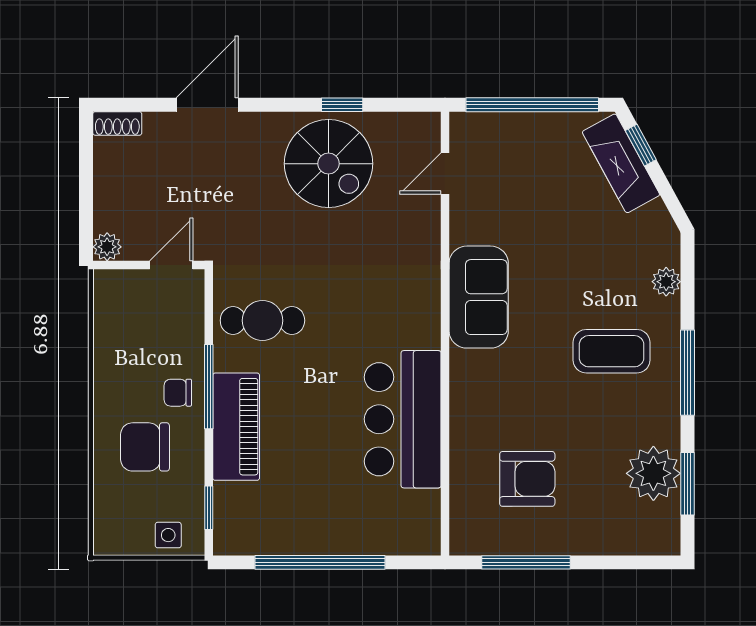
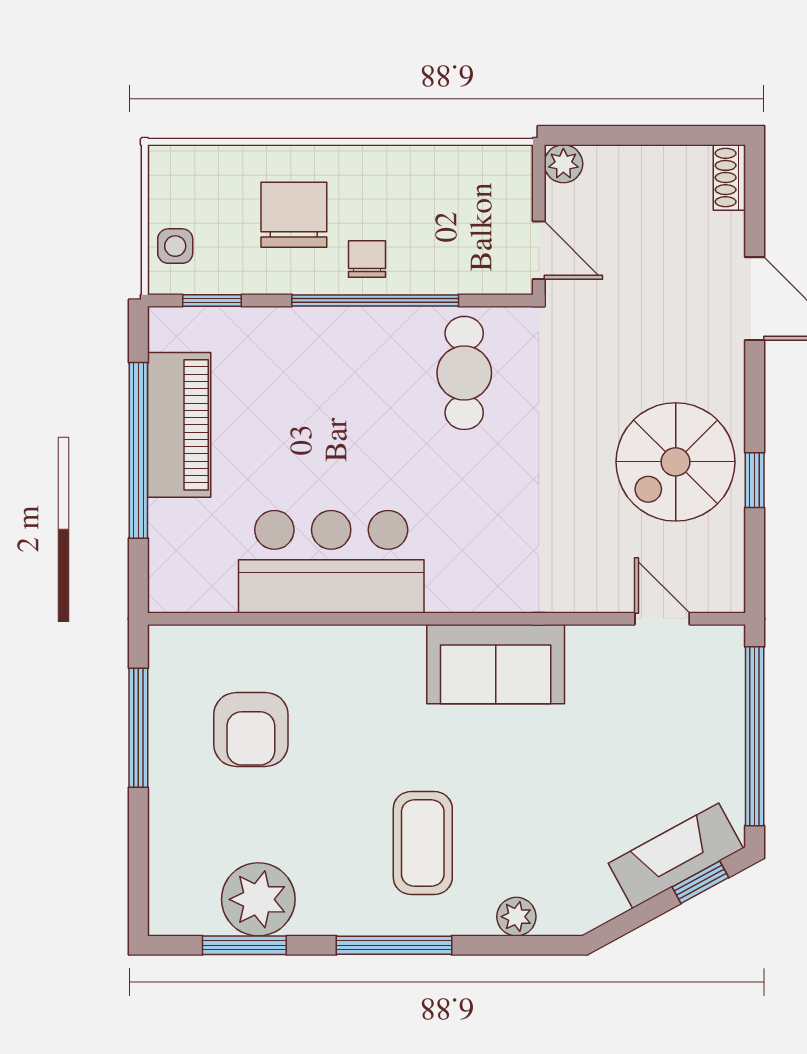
window: (209, 387) -> (375, 301), width x1.46
piano: (236, 427) -> (179, 425), moved, turned -90

